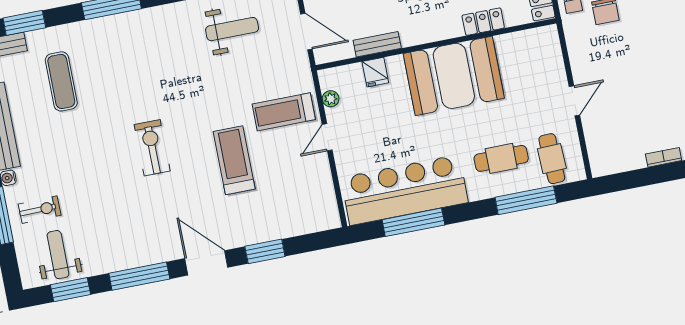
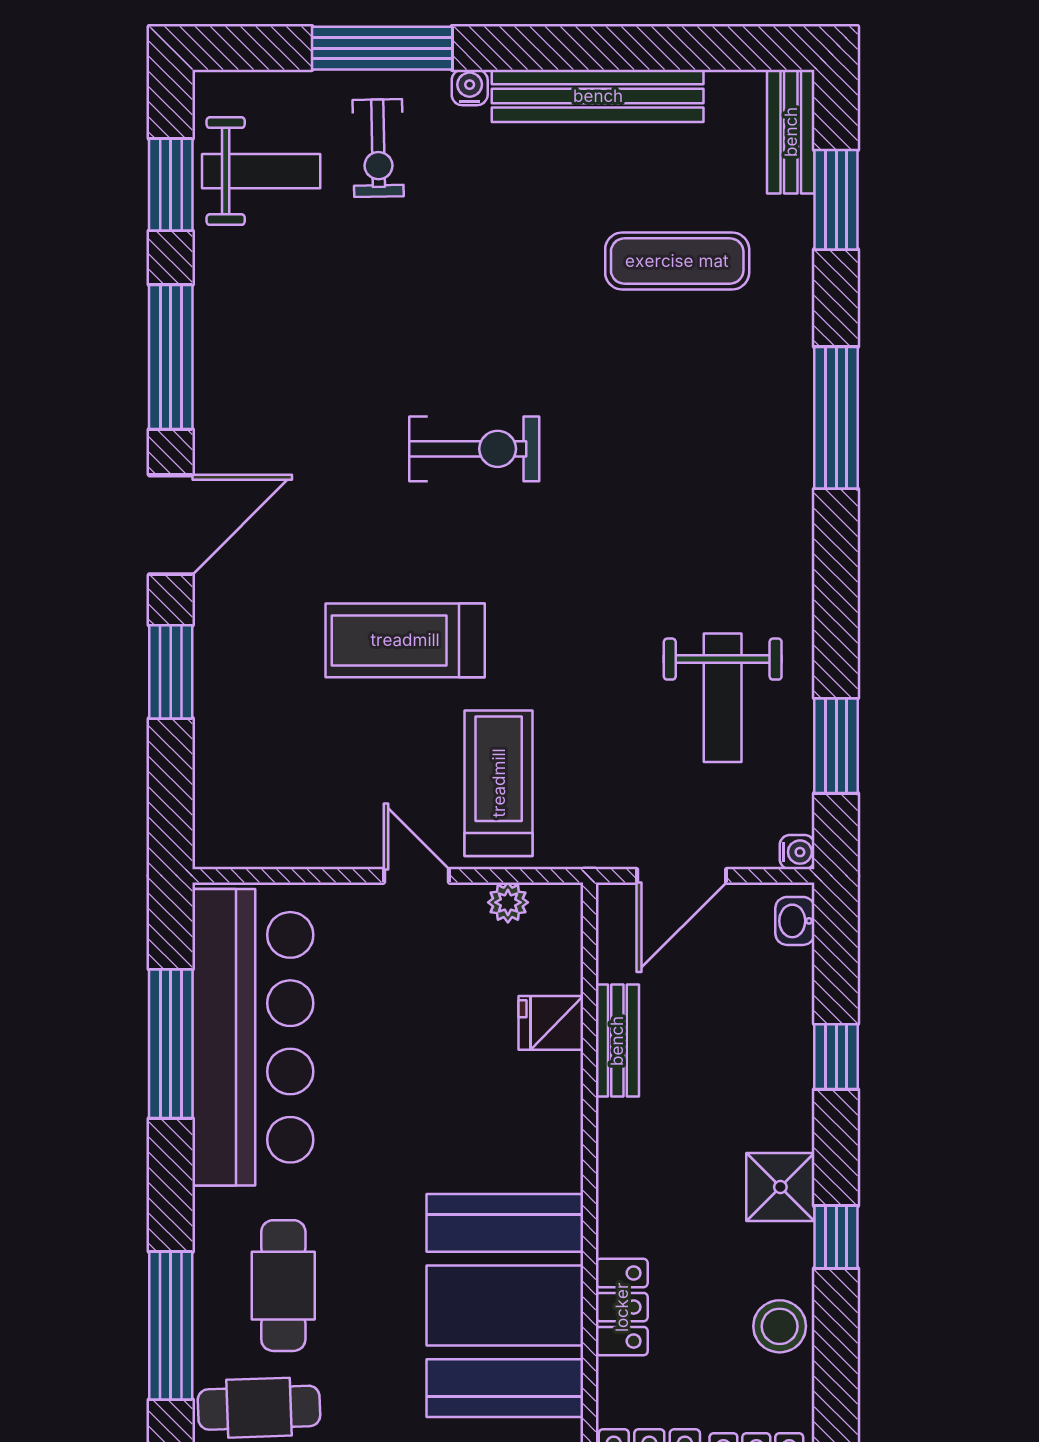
booth: (454, 76) -> (505, 1305), moved
treadmill: (234, 160) -> (405, 640), turned 180

